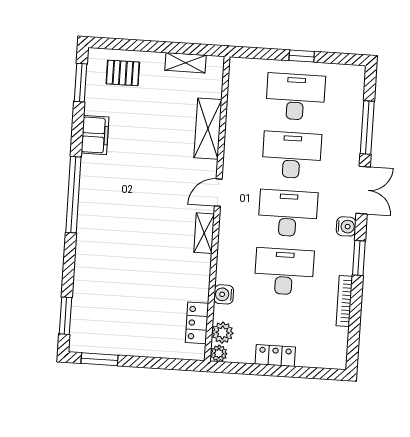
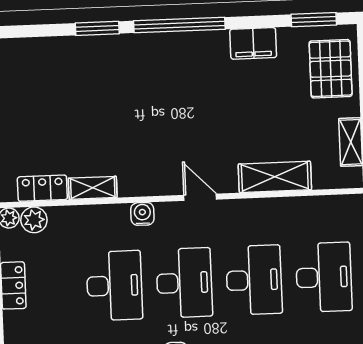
pallet: (123, 73) -> (331, 69), width x1.50, depth x1.42
shelving: (204, 233) -> (93, 188), moved
water cooler: (224, 294) -> (142, 214), moved
window: (66, 316) -> (97, 28), moved

